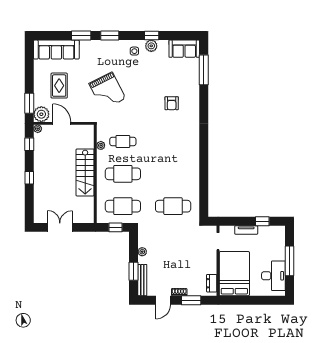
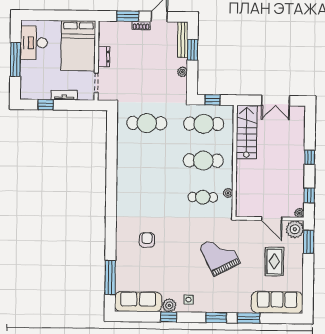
sofa: (184, 49) -> (138, 302), width x1.36
stairs: (85, 172) -> (247, 132), moved
dresser: (212, 283) -> (104, 57), moved

